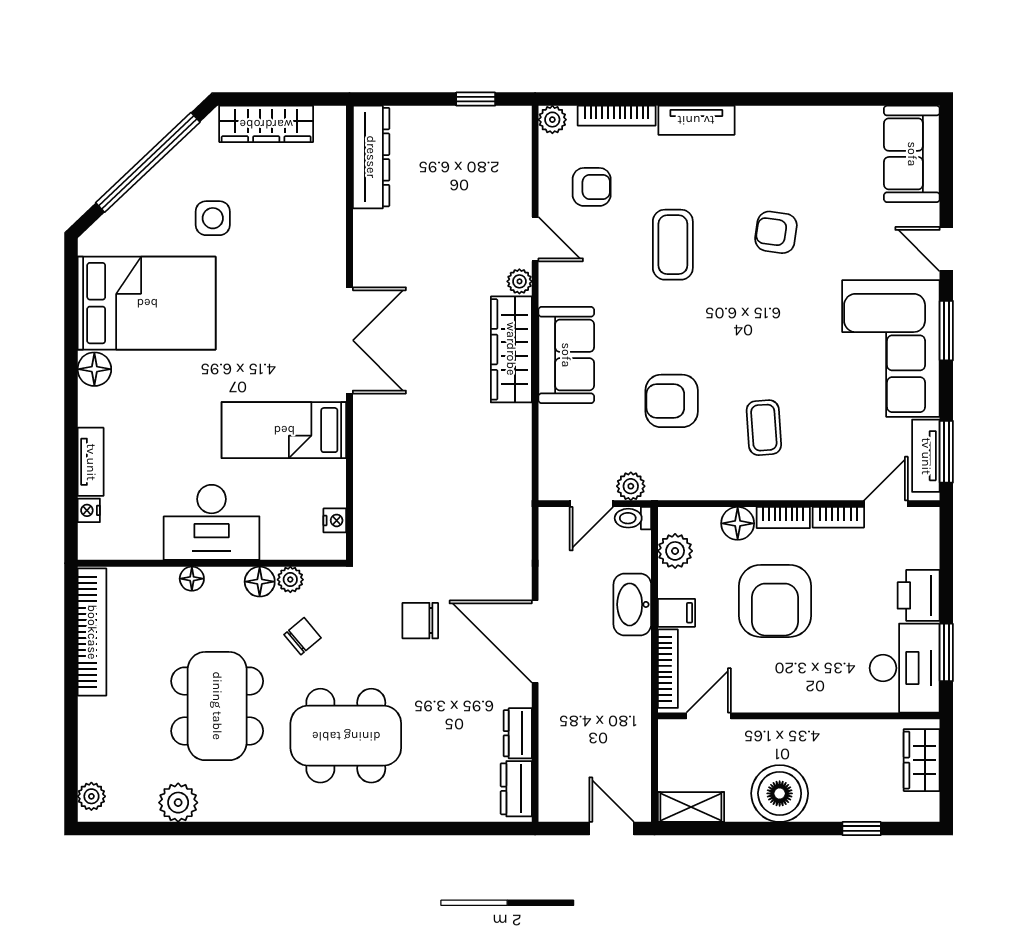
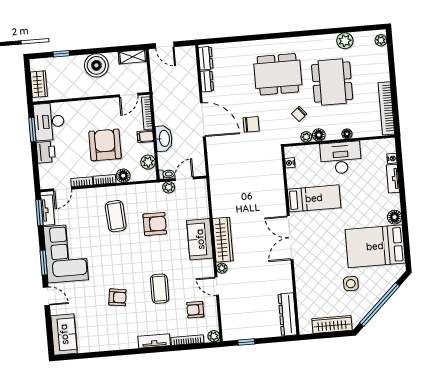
coffee table: (764, 428) -> (116, 216), width x1.36, depth x1.30

